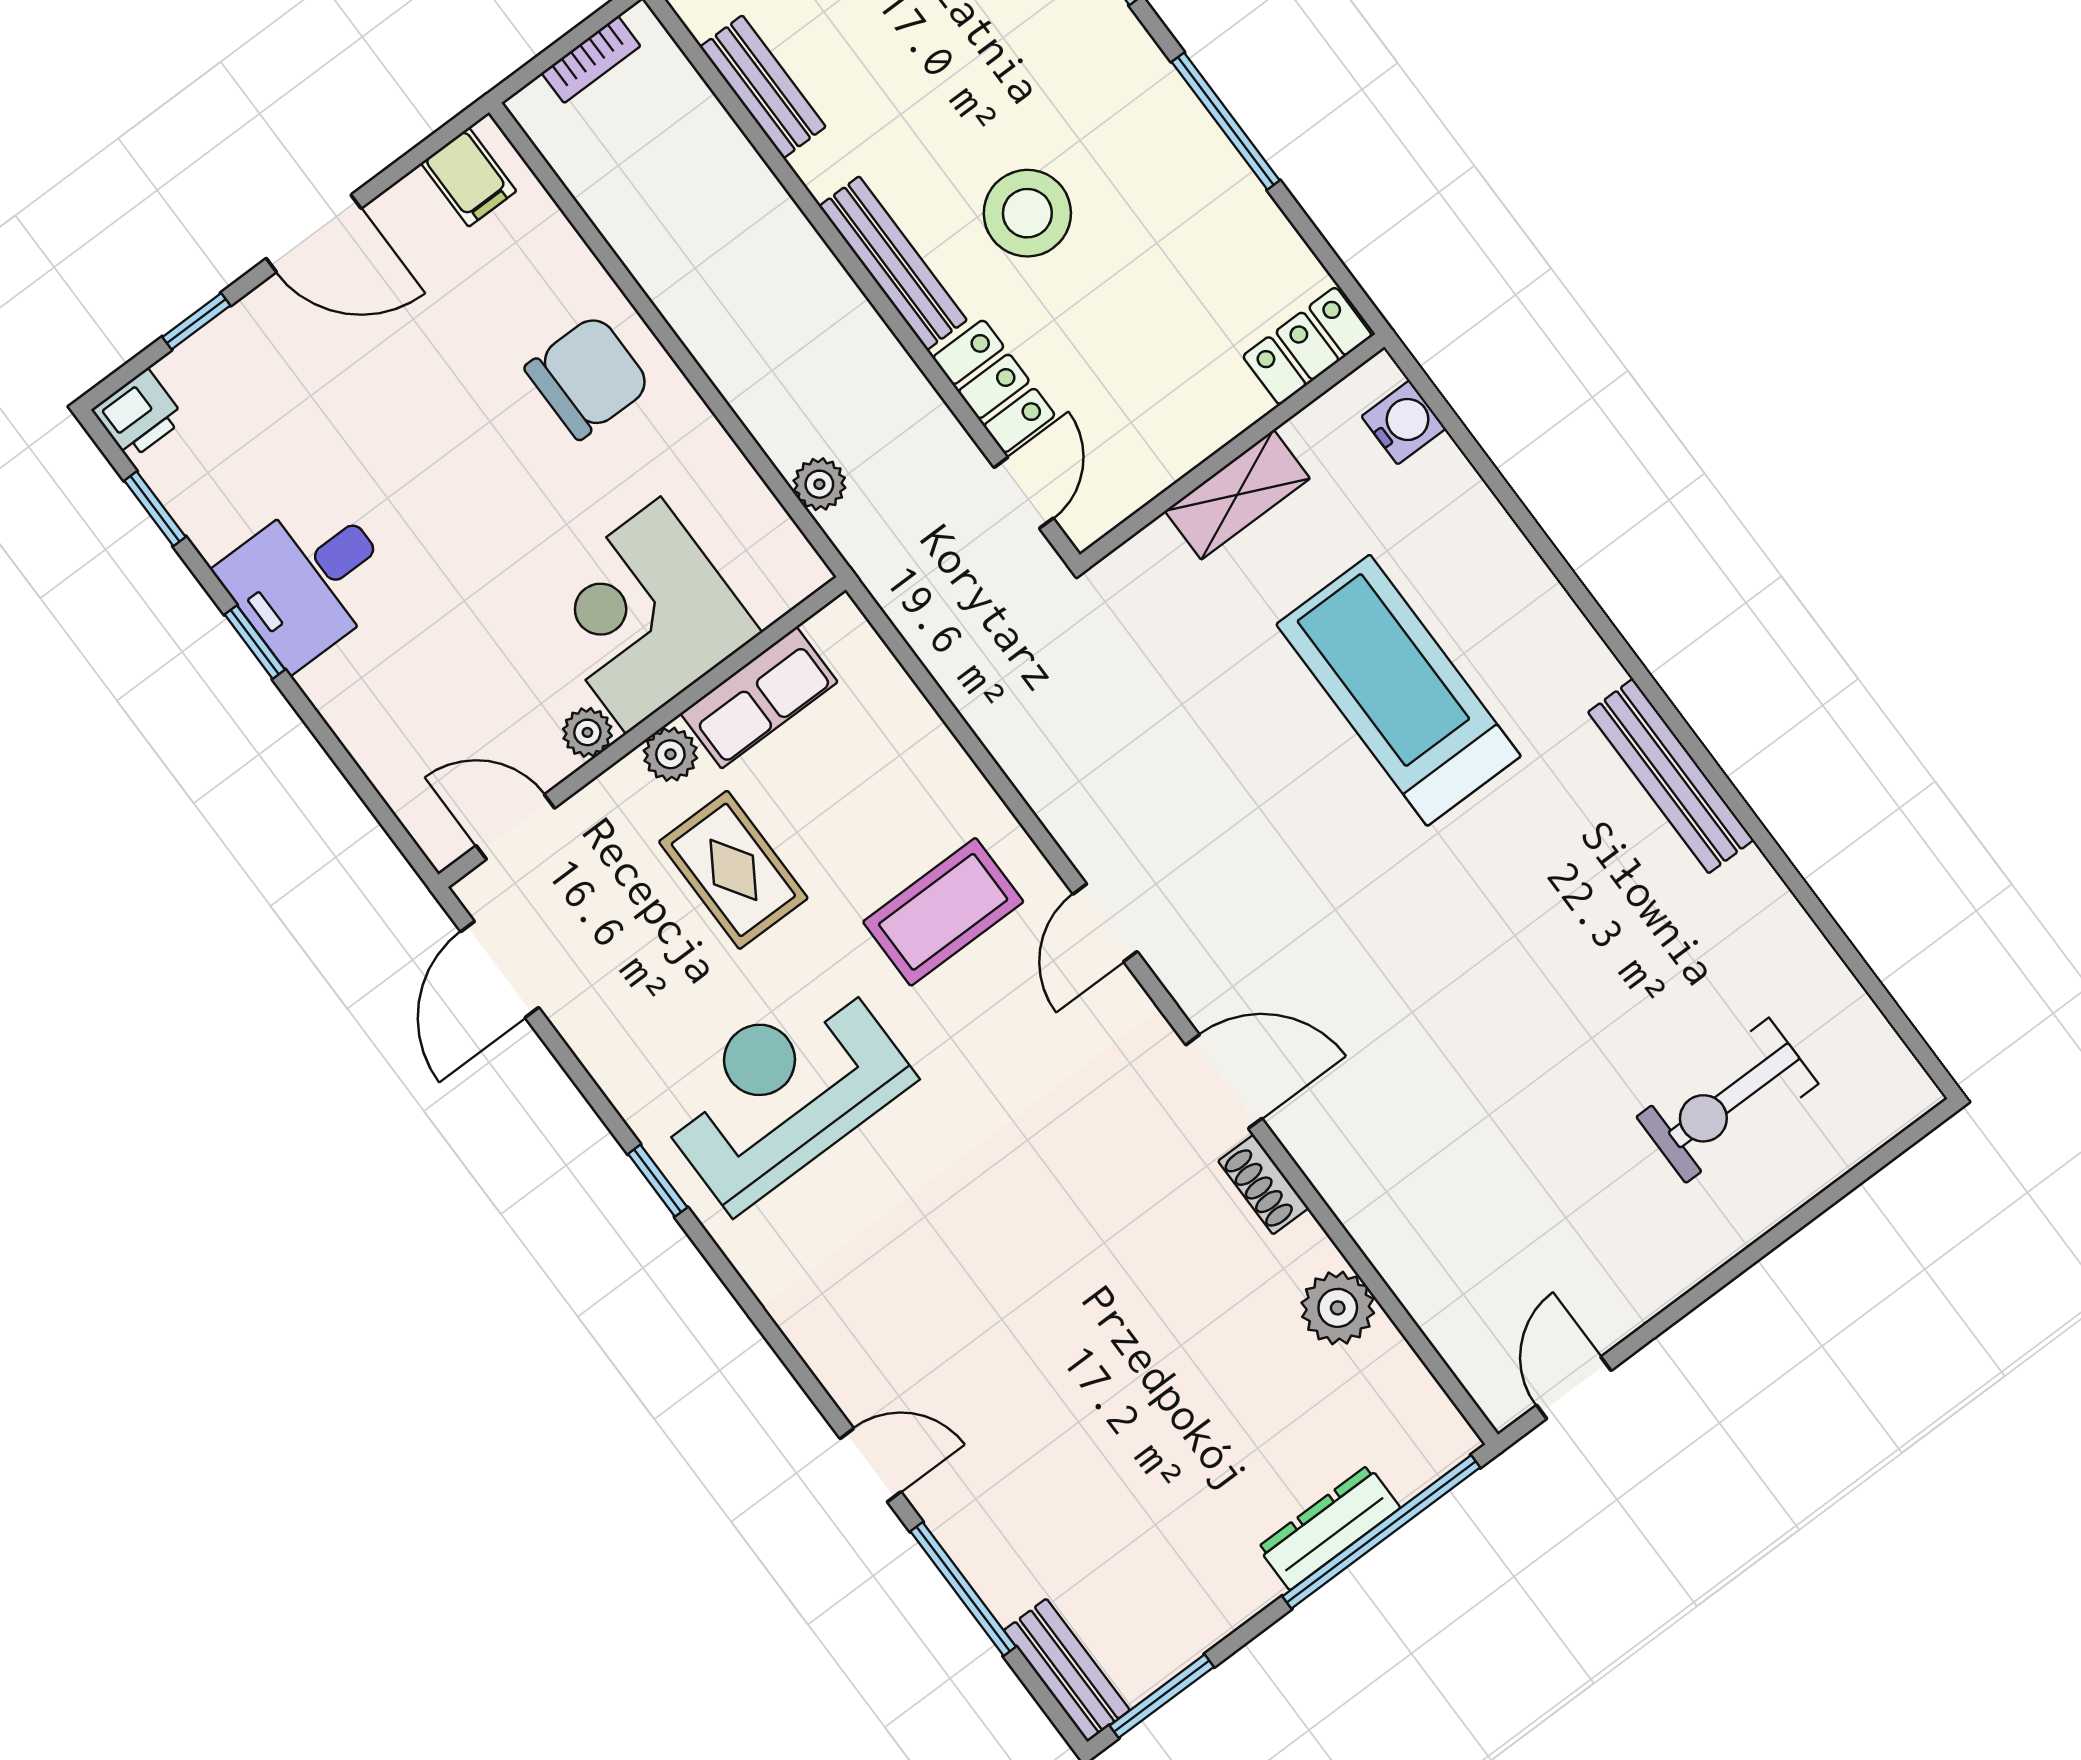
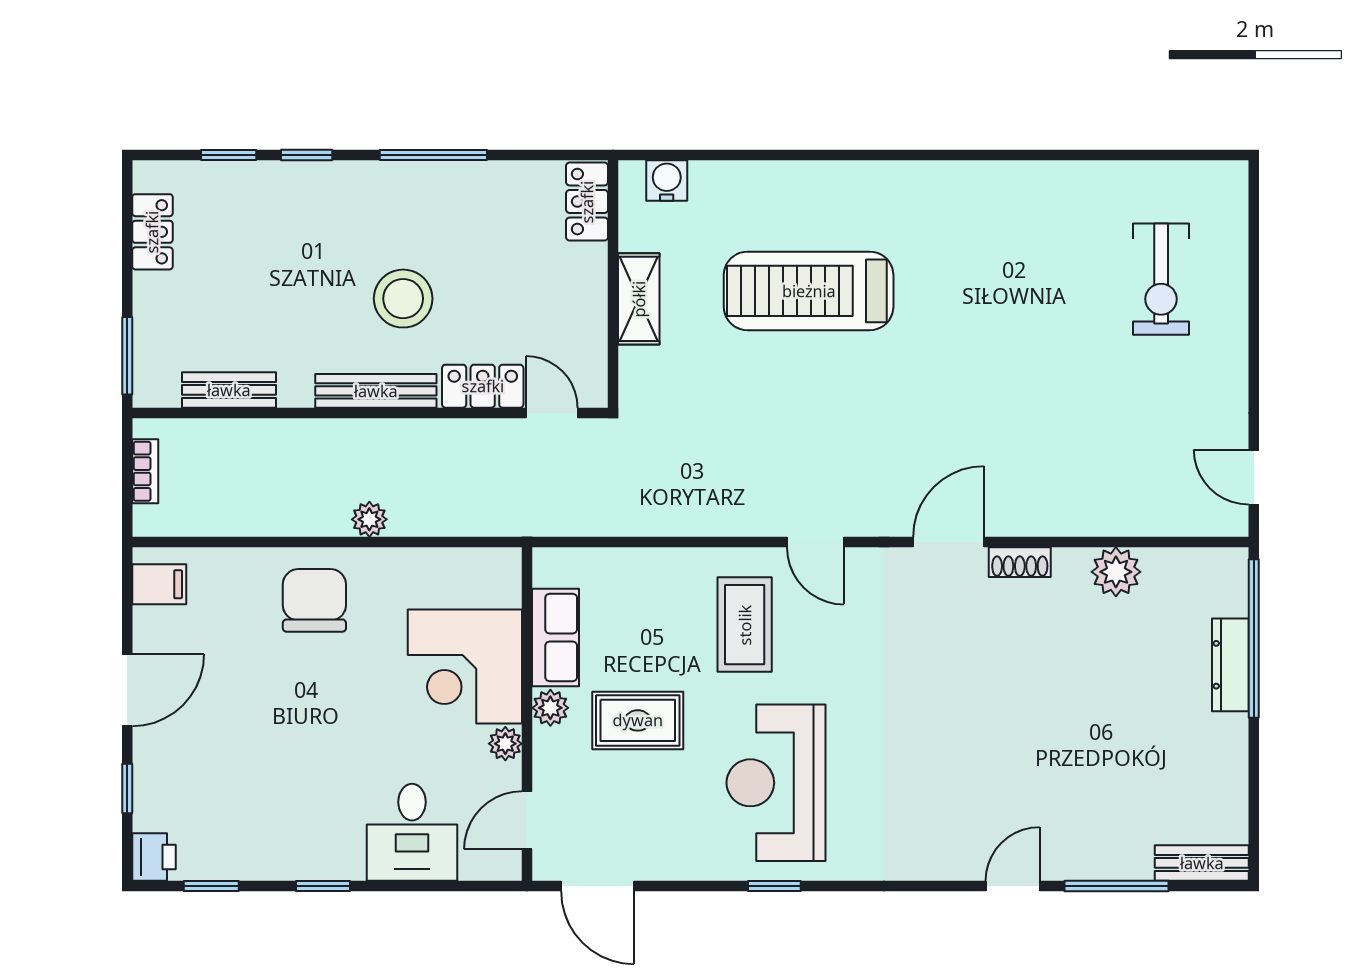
plant: (819, 484) -> (369, 519), moved
desk: (308, 580) -> (412, 832), moved
bench: (1671, 776) -> (964, 179), removed
window: (1162, 1696) -> (1254, 822), removed

